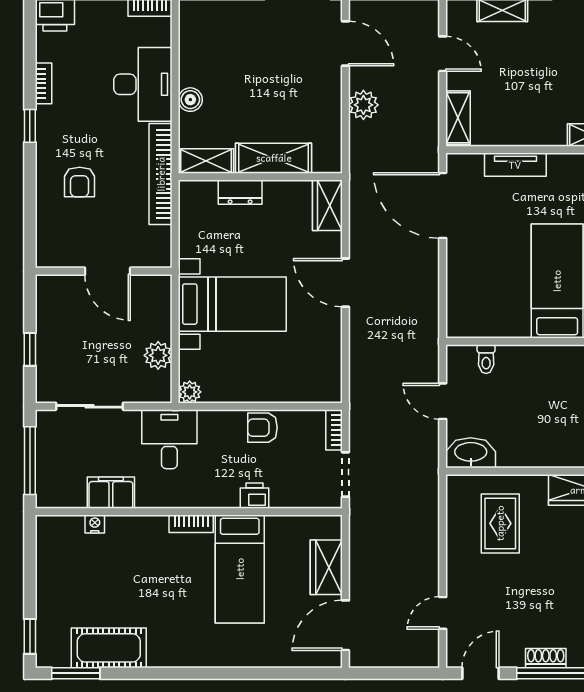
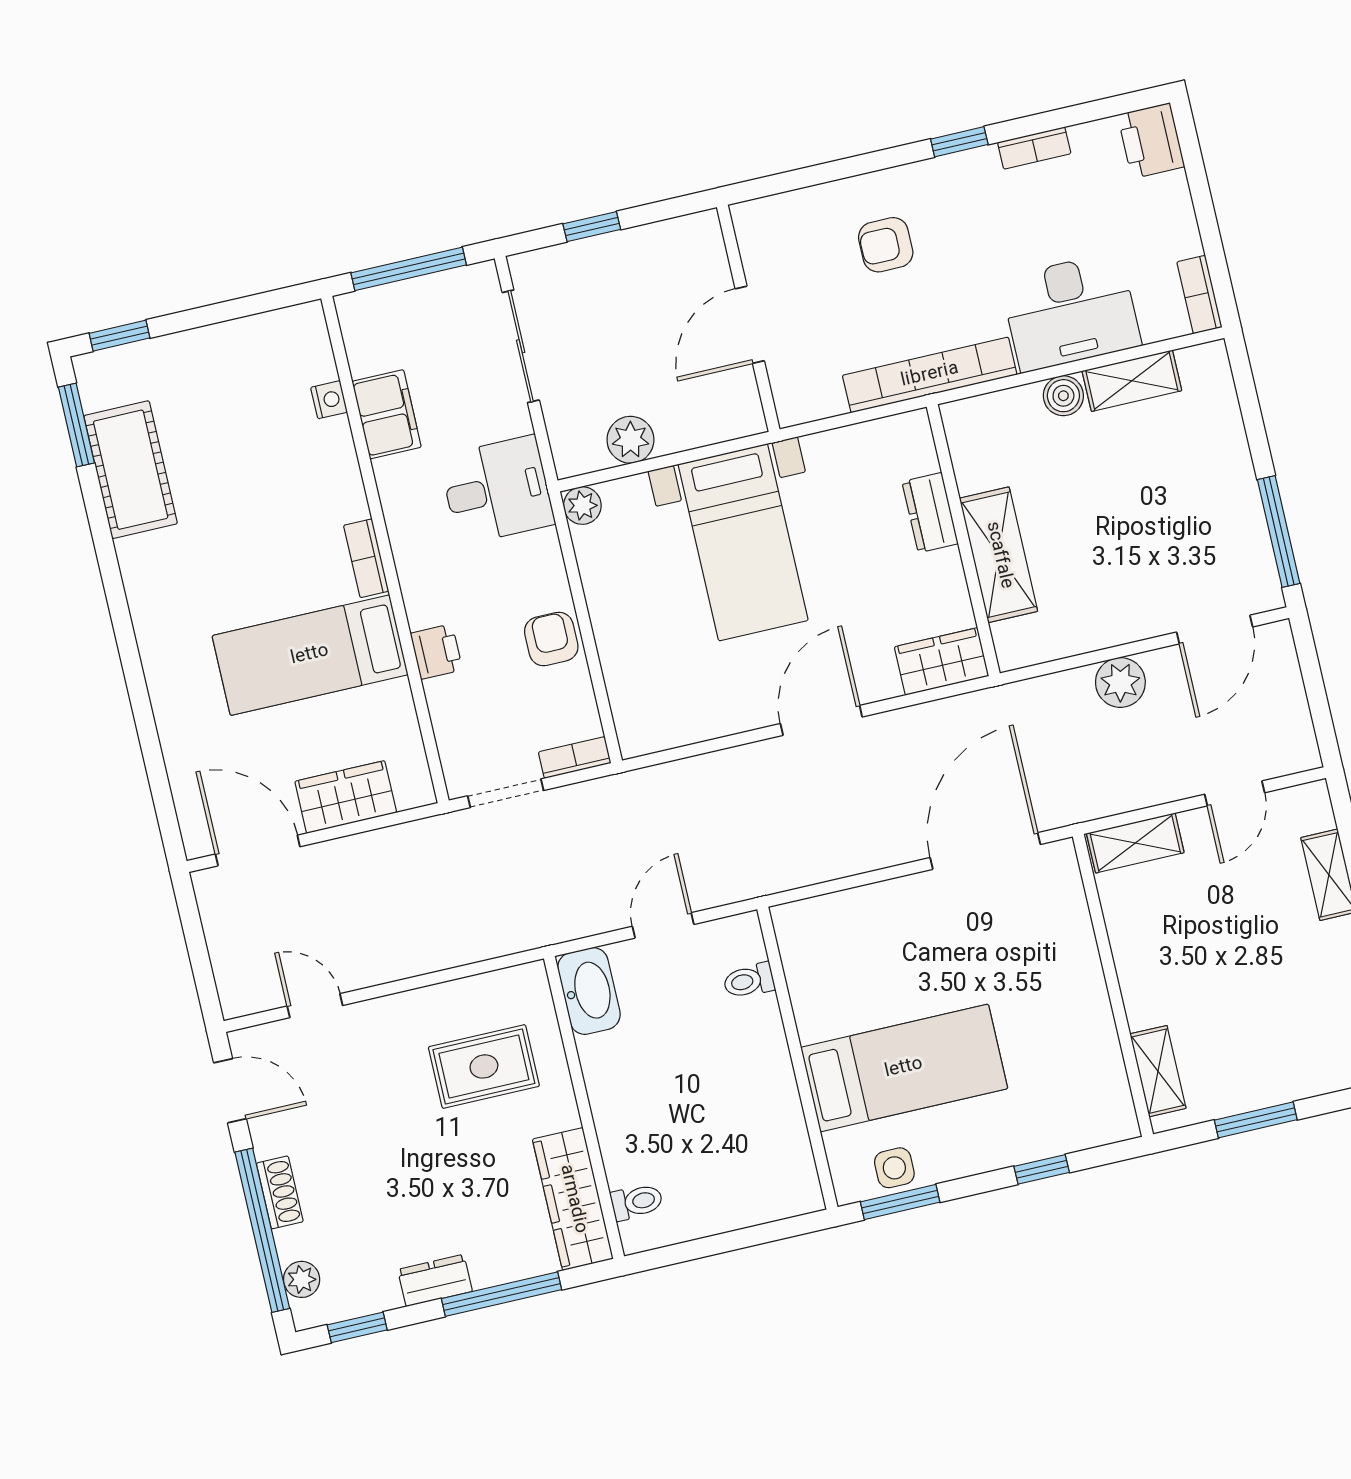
shelving: (206, 161) -> (1132, 381), moved, turned 90
tv unit: (515, 165) -> (1080, 955), removed

